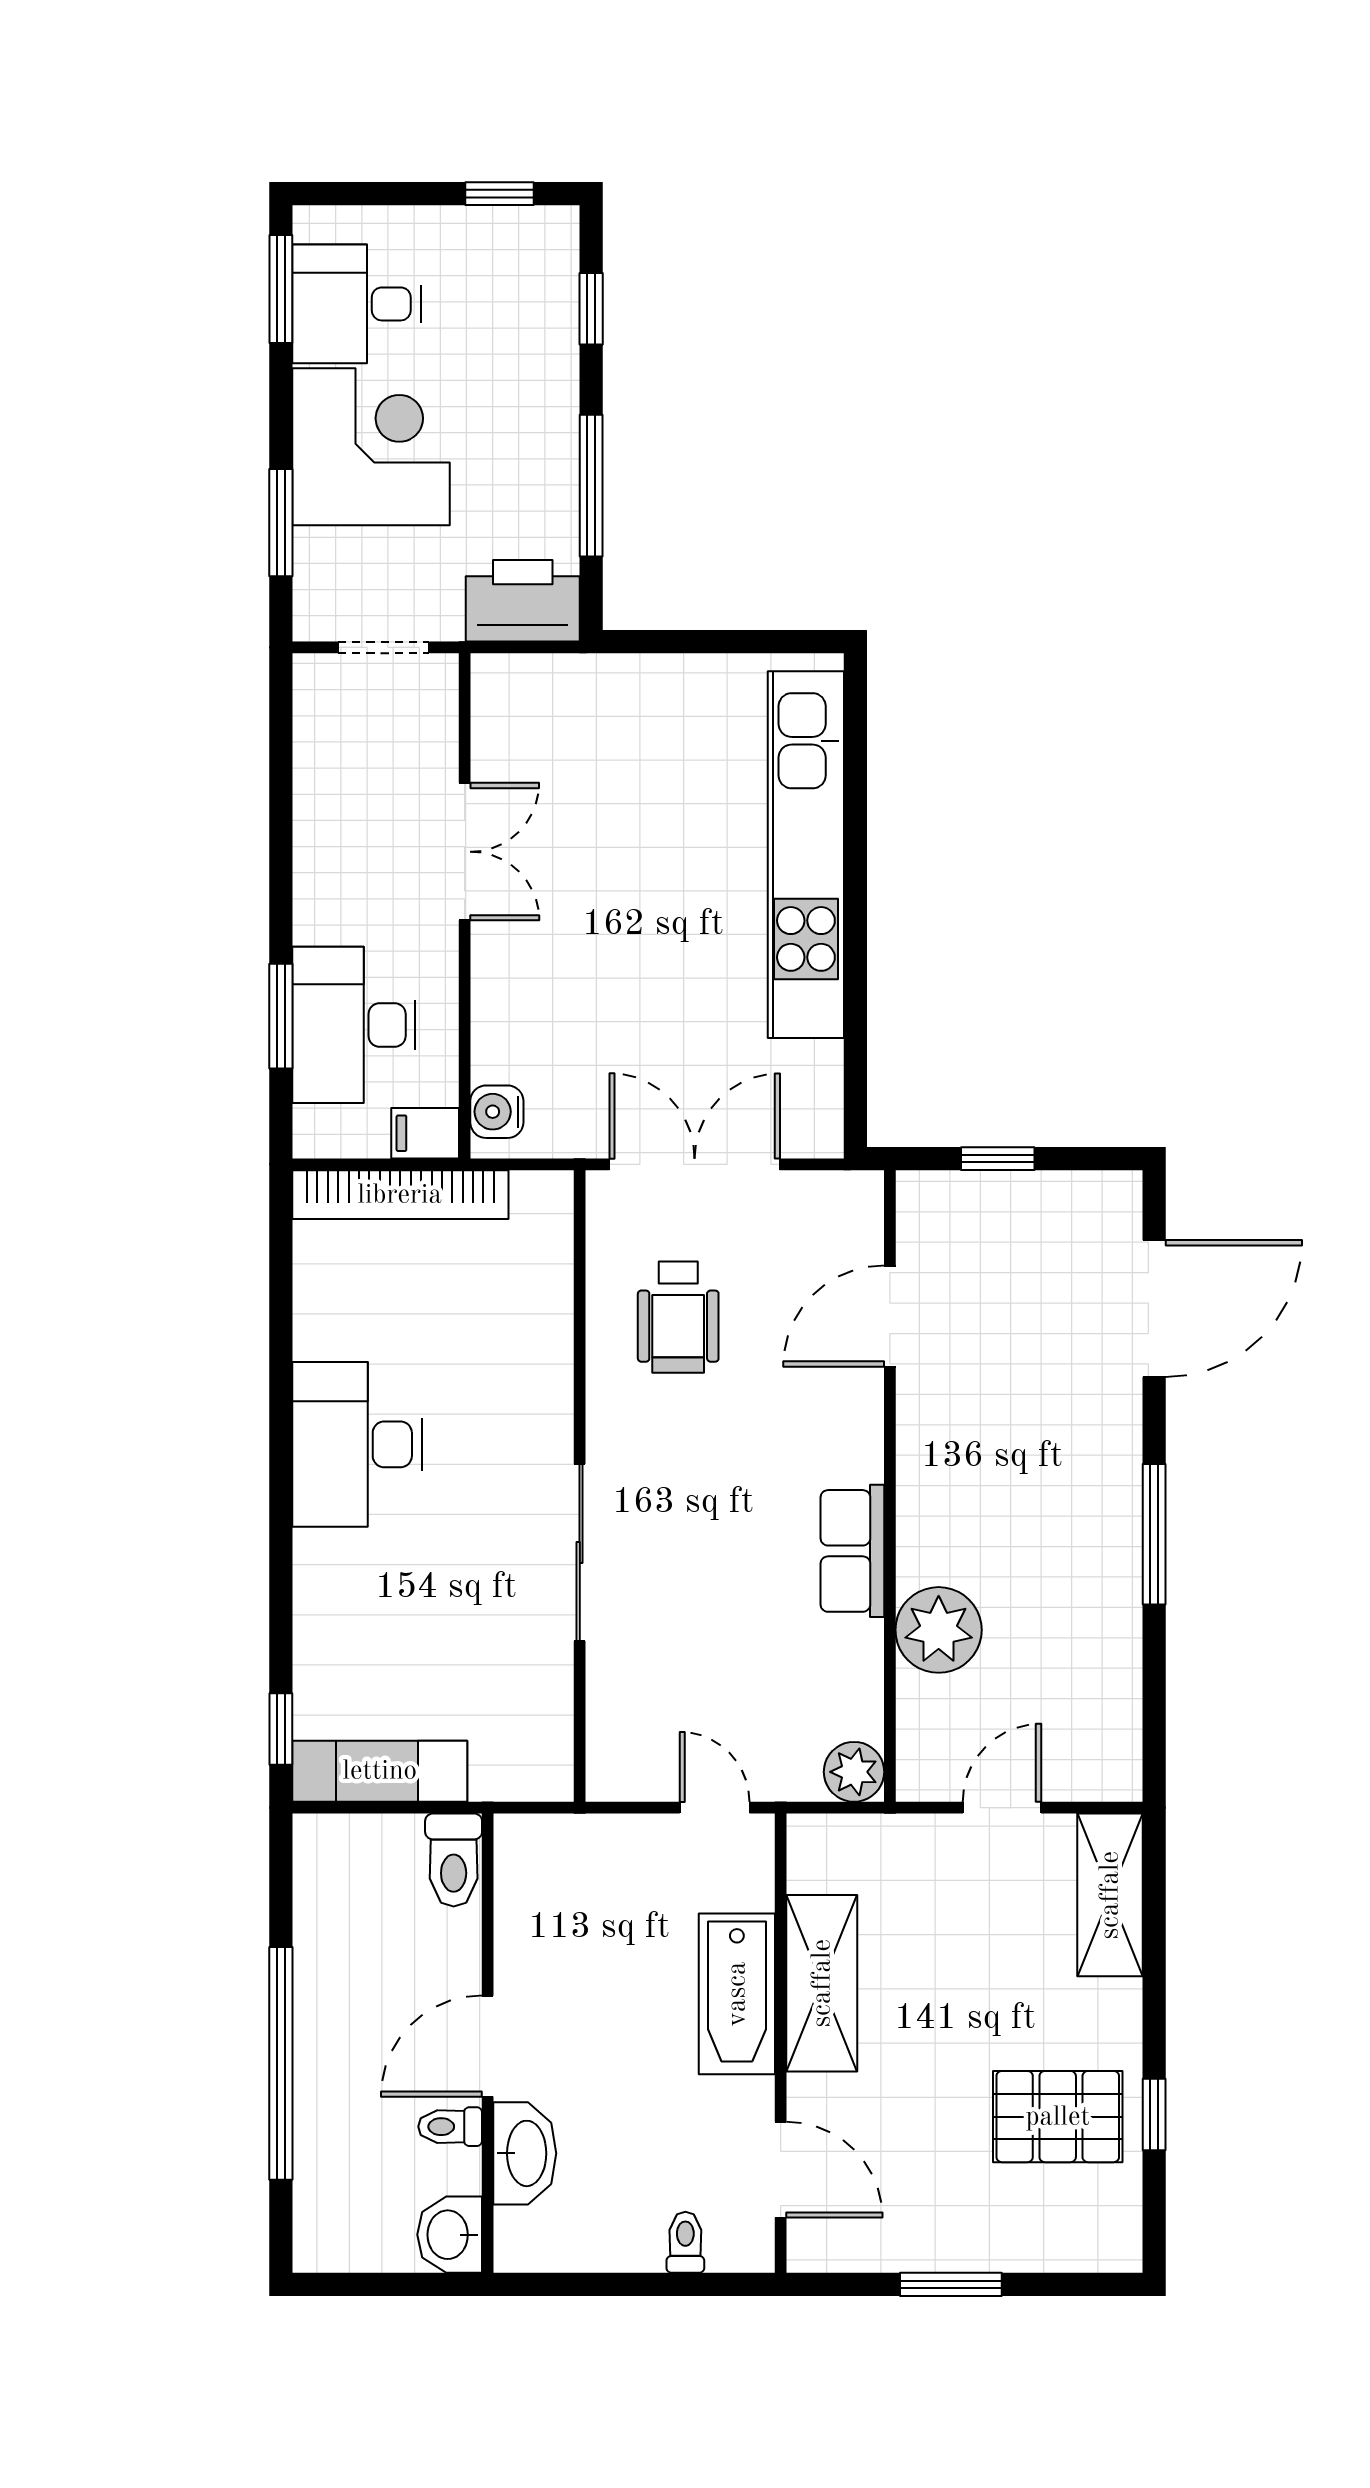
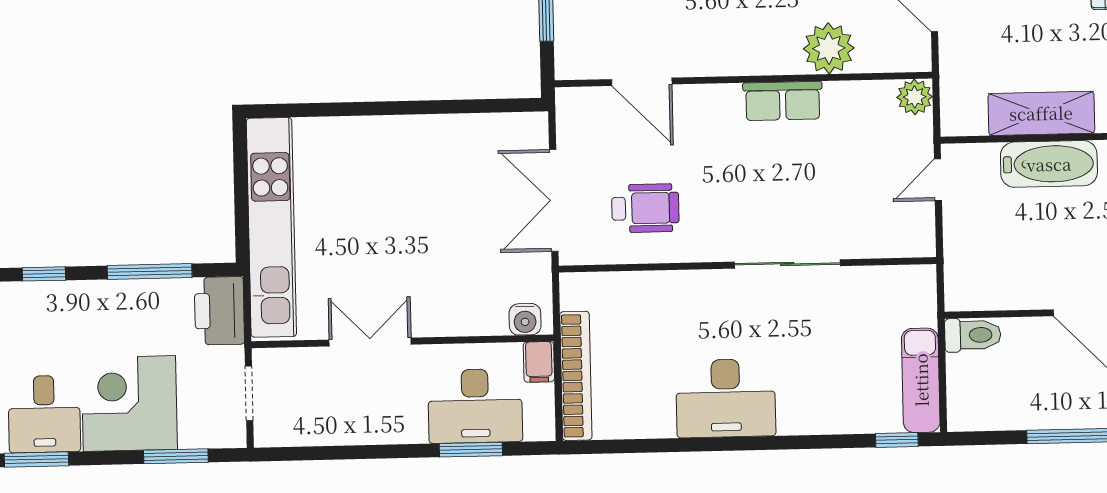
kitchen unit: (806, 855) -> (271, 227), moved, turned -90

